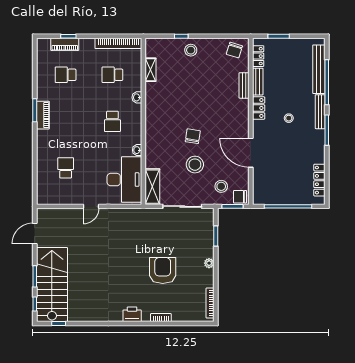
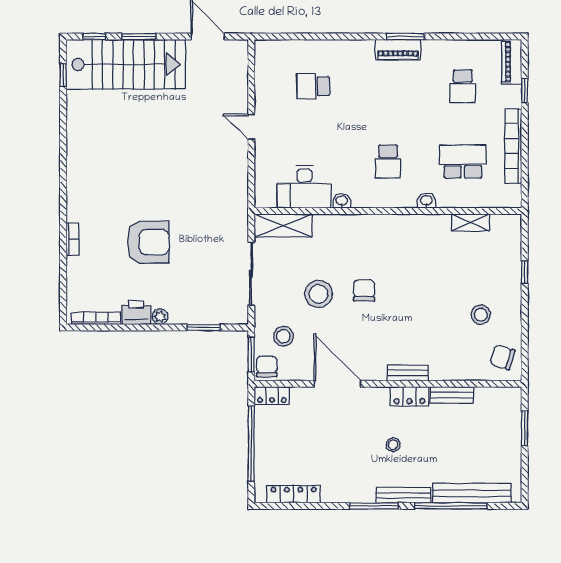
bookcase: (118, 43) -> (513, 146), moved
piano: (65, 44) -> (512, 62), moved
stool: (191, 50) -> (481, 315), moved
locker: (258, 56) -> (272, 396), moved
school desk: (66, 75) -> (463, 86), turned 180
school desk: (112, 75) -> (463, 161), width x1.85
bench: (244, 85) -> (408, 373), moved
school desk: (112, 121) -> (388, 161), turned -90
chair: (193, 136) -> (364, 290), turned -99
door: (251, 153) -> (337, 384), hinge flipped
school desk: (66, 168) -> (313, 86), turned 180
desk: (124, 180) -> (304, 187), width x0.73, depth x0.77
printer: (132, 314) -> (136, 313), moved, turned -90

